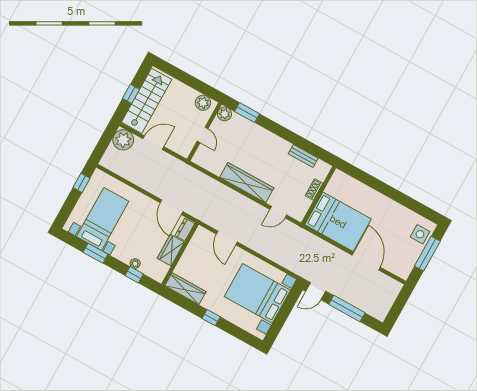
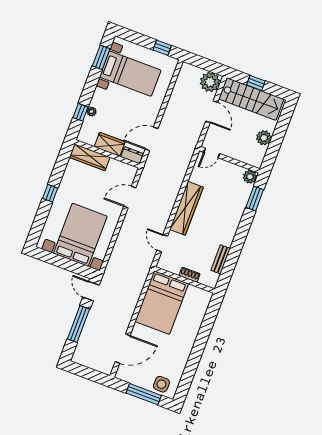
plant: (203, 103) -> (264, 138), moved
door: (203, 135) -> (212, 153), moved
window: (95, 253) -> (101, 57), moved
door: (366, 261) -> (123, 349), moved
wardrobe: (185, 289) -> (90, 157), moved, turned 90

